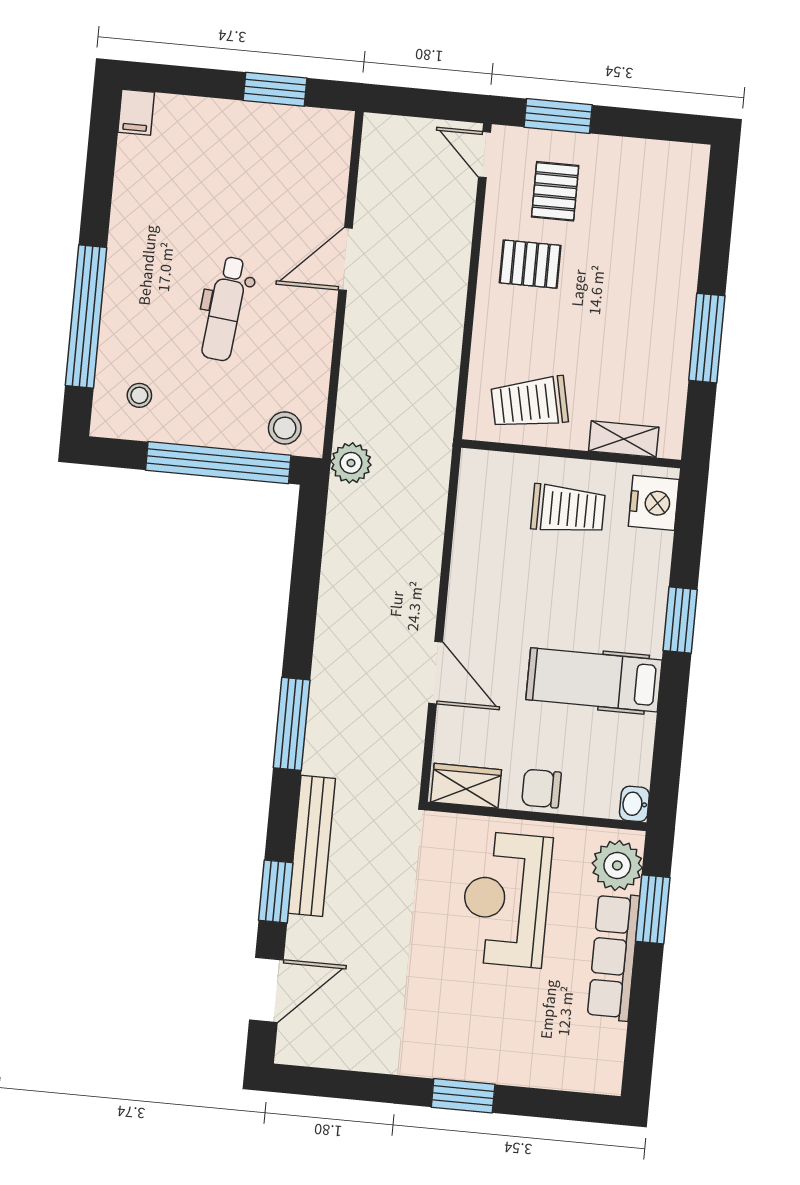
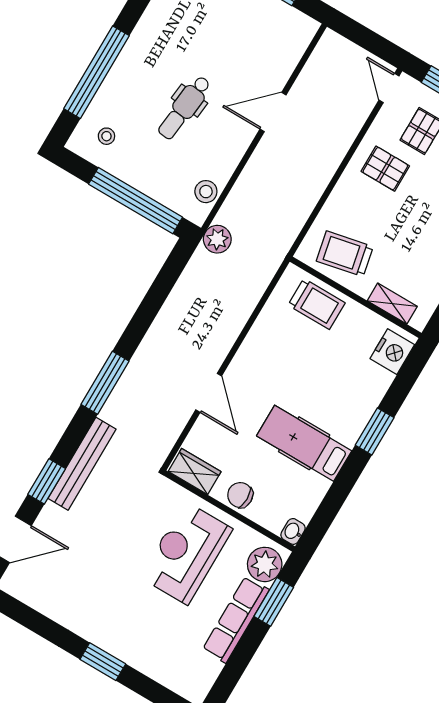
stool: (285, 428) -> (206, 192), moved
trolley: (568, 509) -> (317, 304), moved

